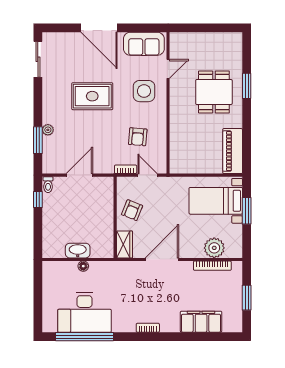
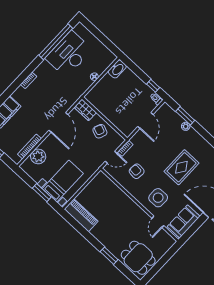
dining table: (214, 92) -> (138, 258), moved
washbasin: (78, 251) -> (117, 69), moved

